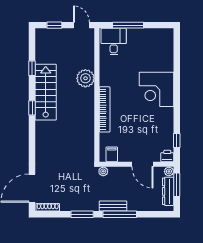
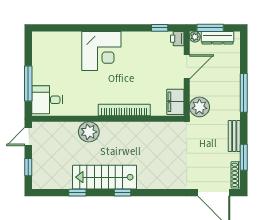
filing cabinet: (112, 154) -> (175, 102), width x2.00
plant: (103, 171) -> (199, 107), width x1.88, depth x1.88
bench: (113, 206) -> (234, 136), moved
window: (82, 214) -> (244, 157), moved

